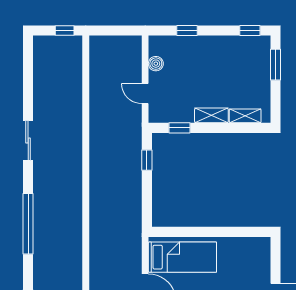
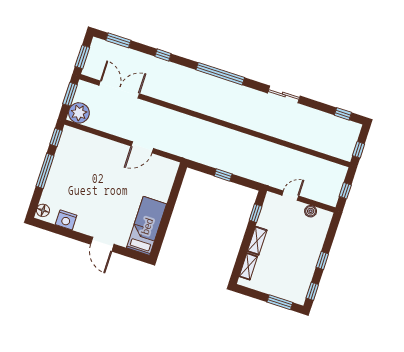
window: (118, 31) -> (345, 191), added
window: (187, 31) -> (322, 261), moved
window: (28, 63) -> (343, 114), added
window: (147, 160) -> (223, 175), moved
bed: (182, 257) -> (147, 226), moved, turned 180

